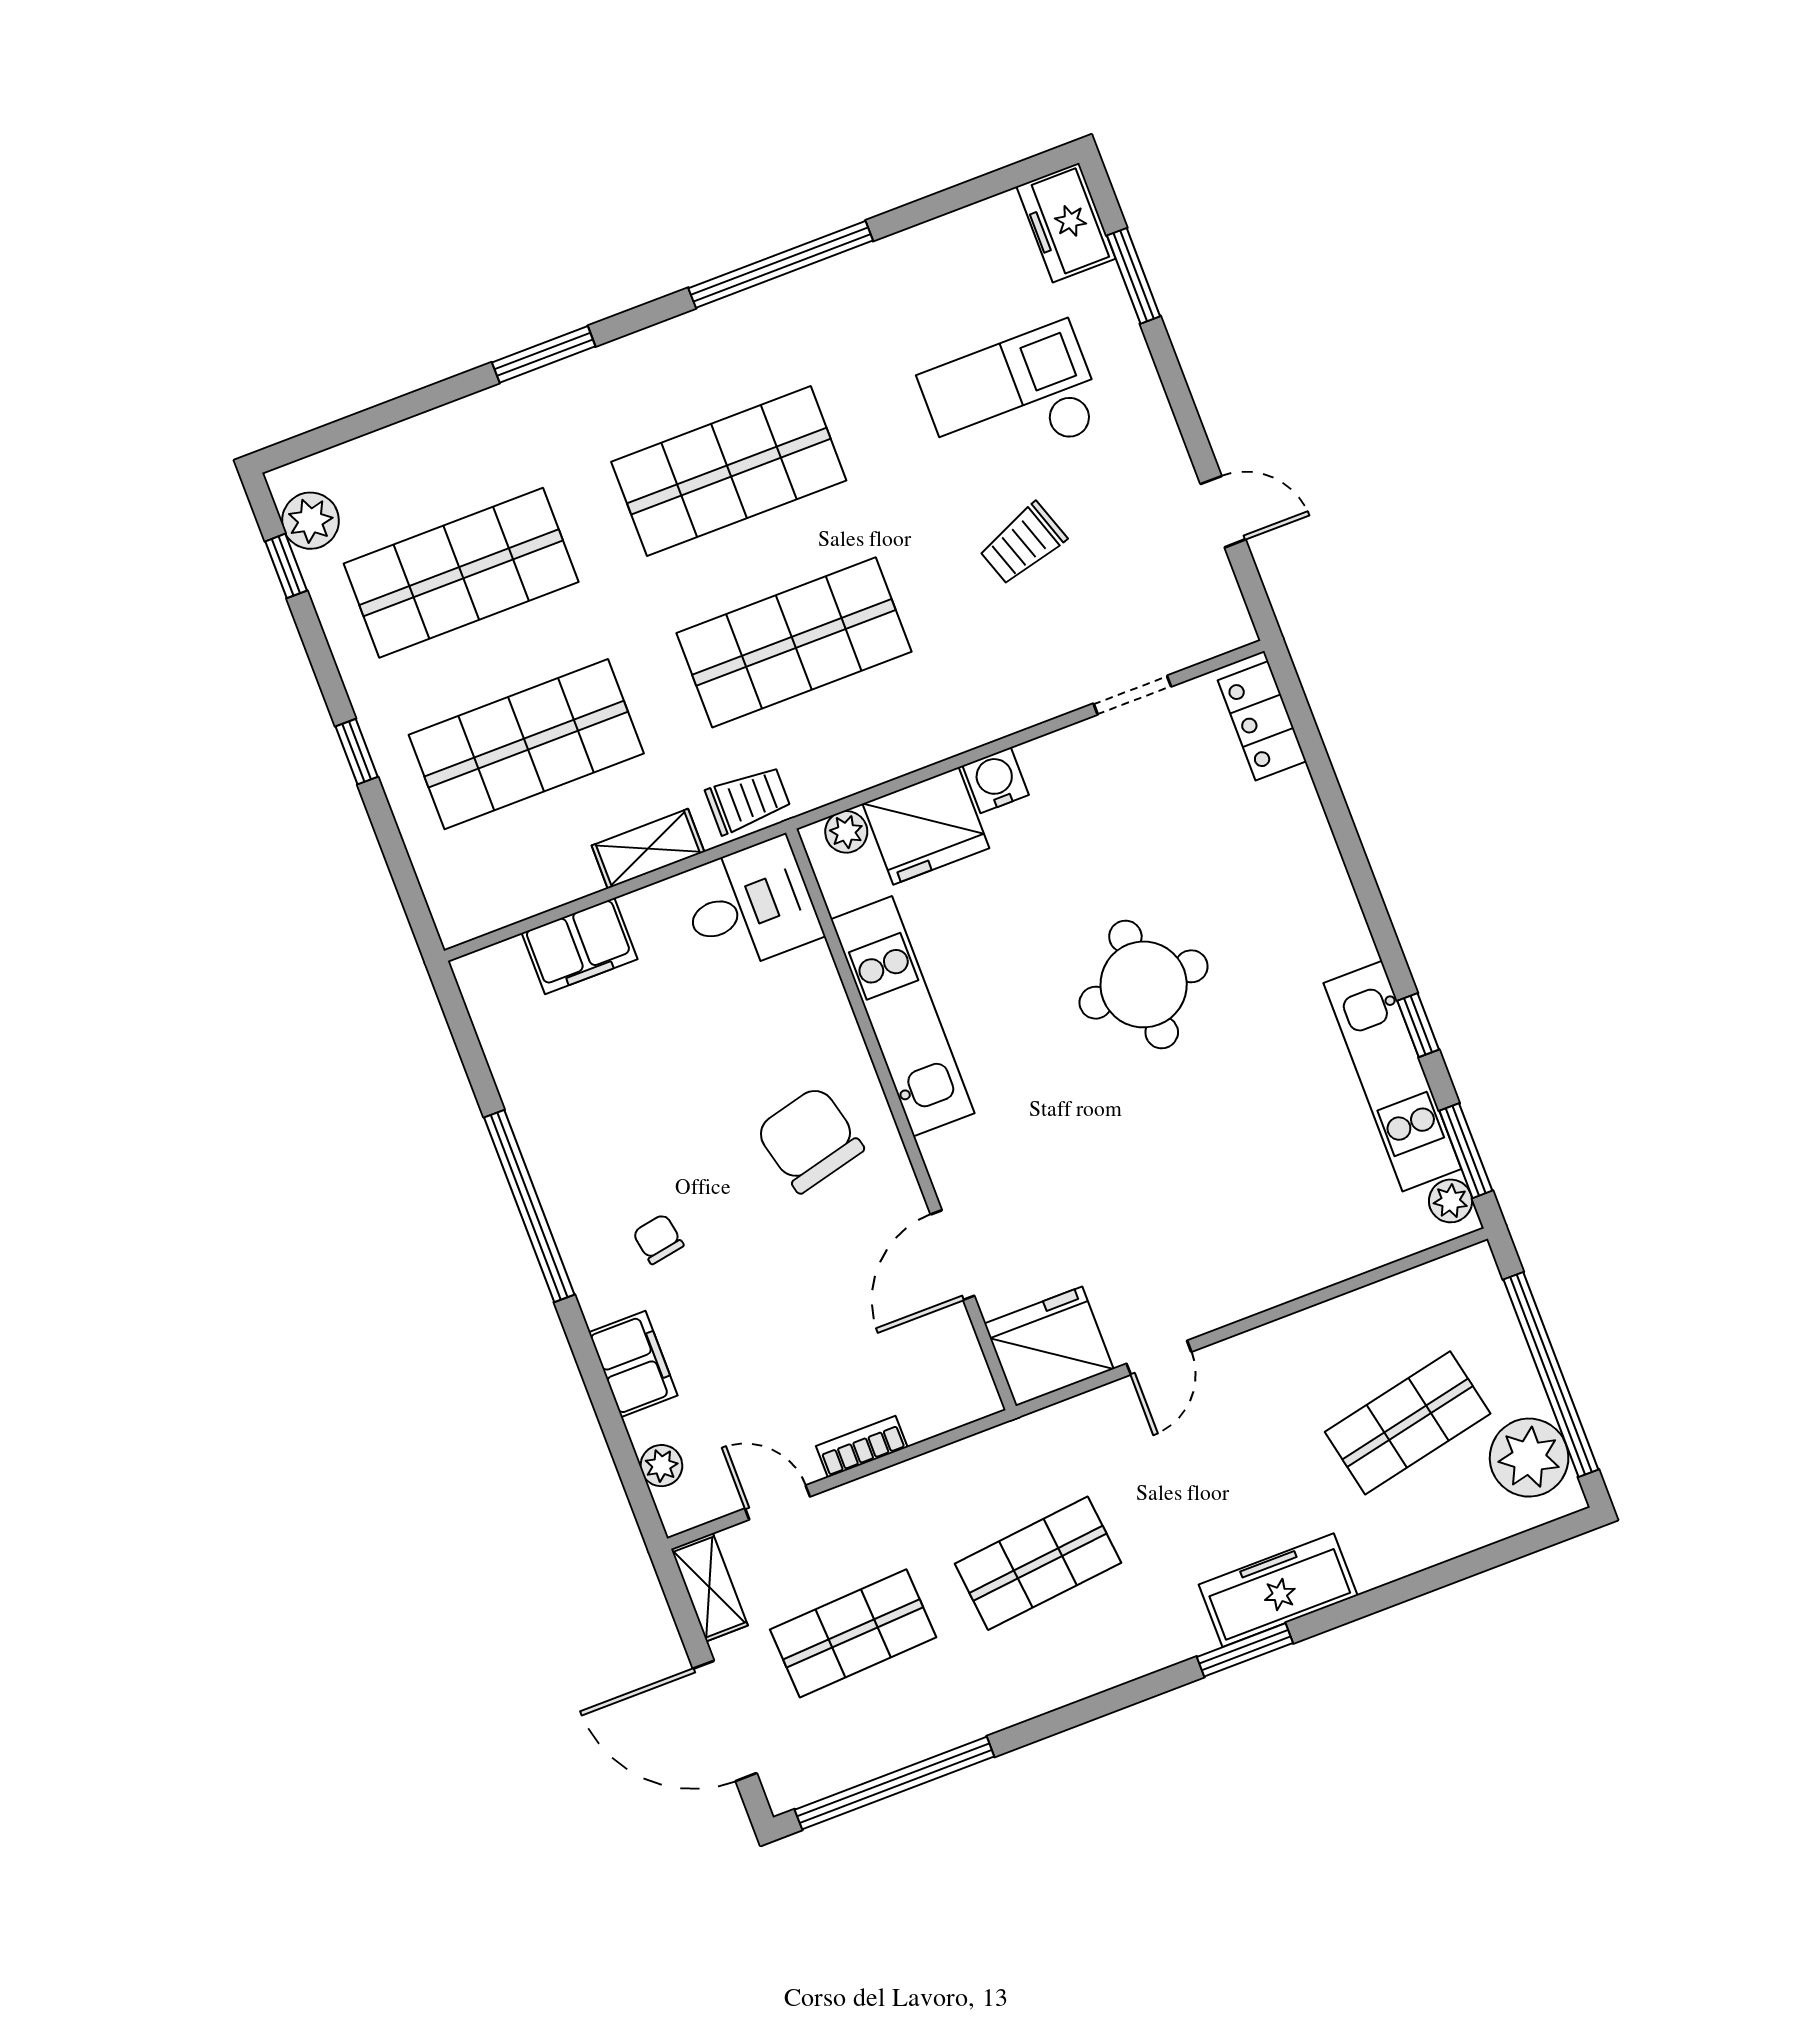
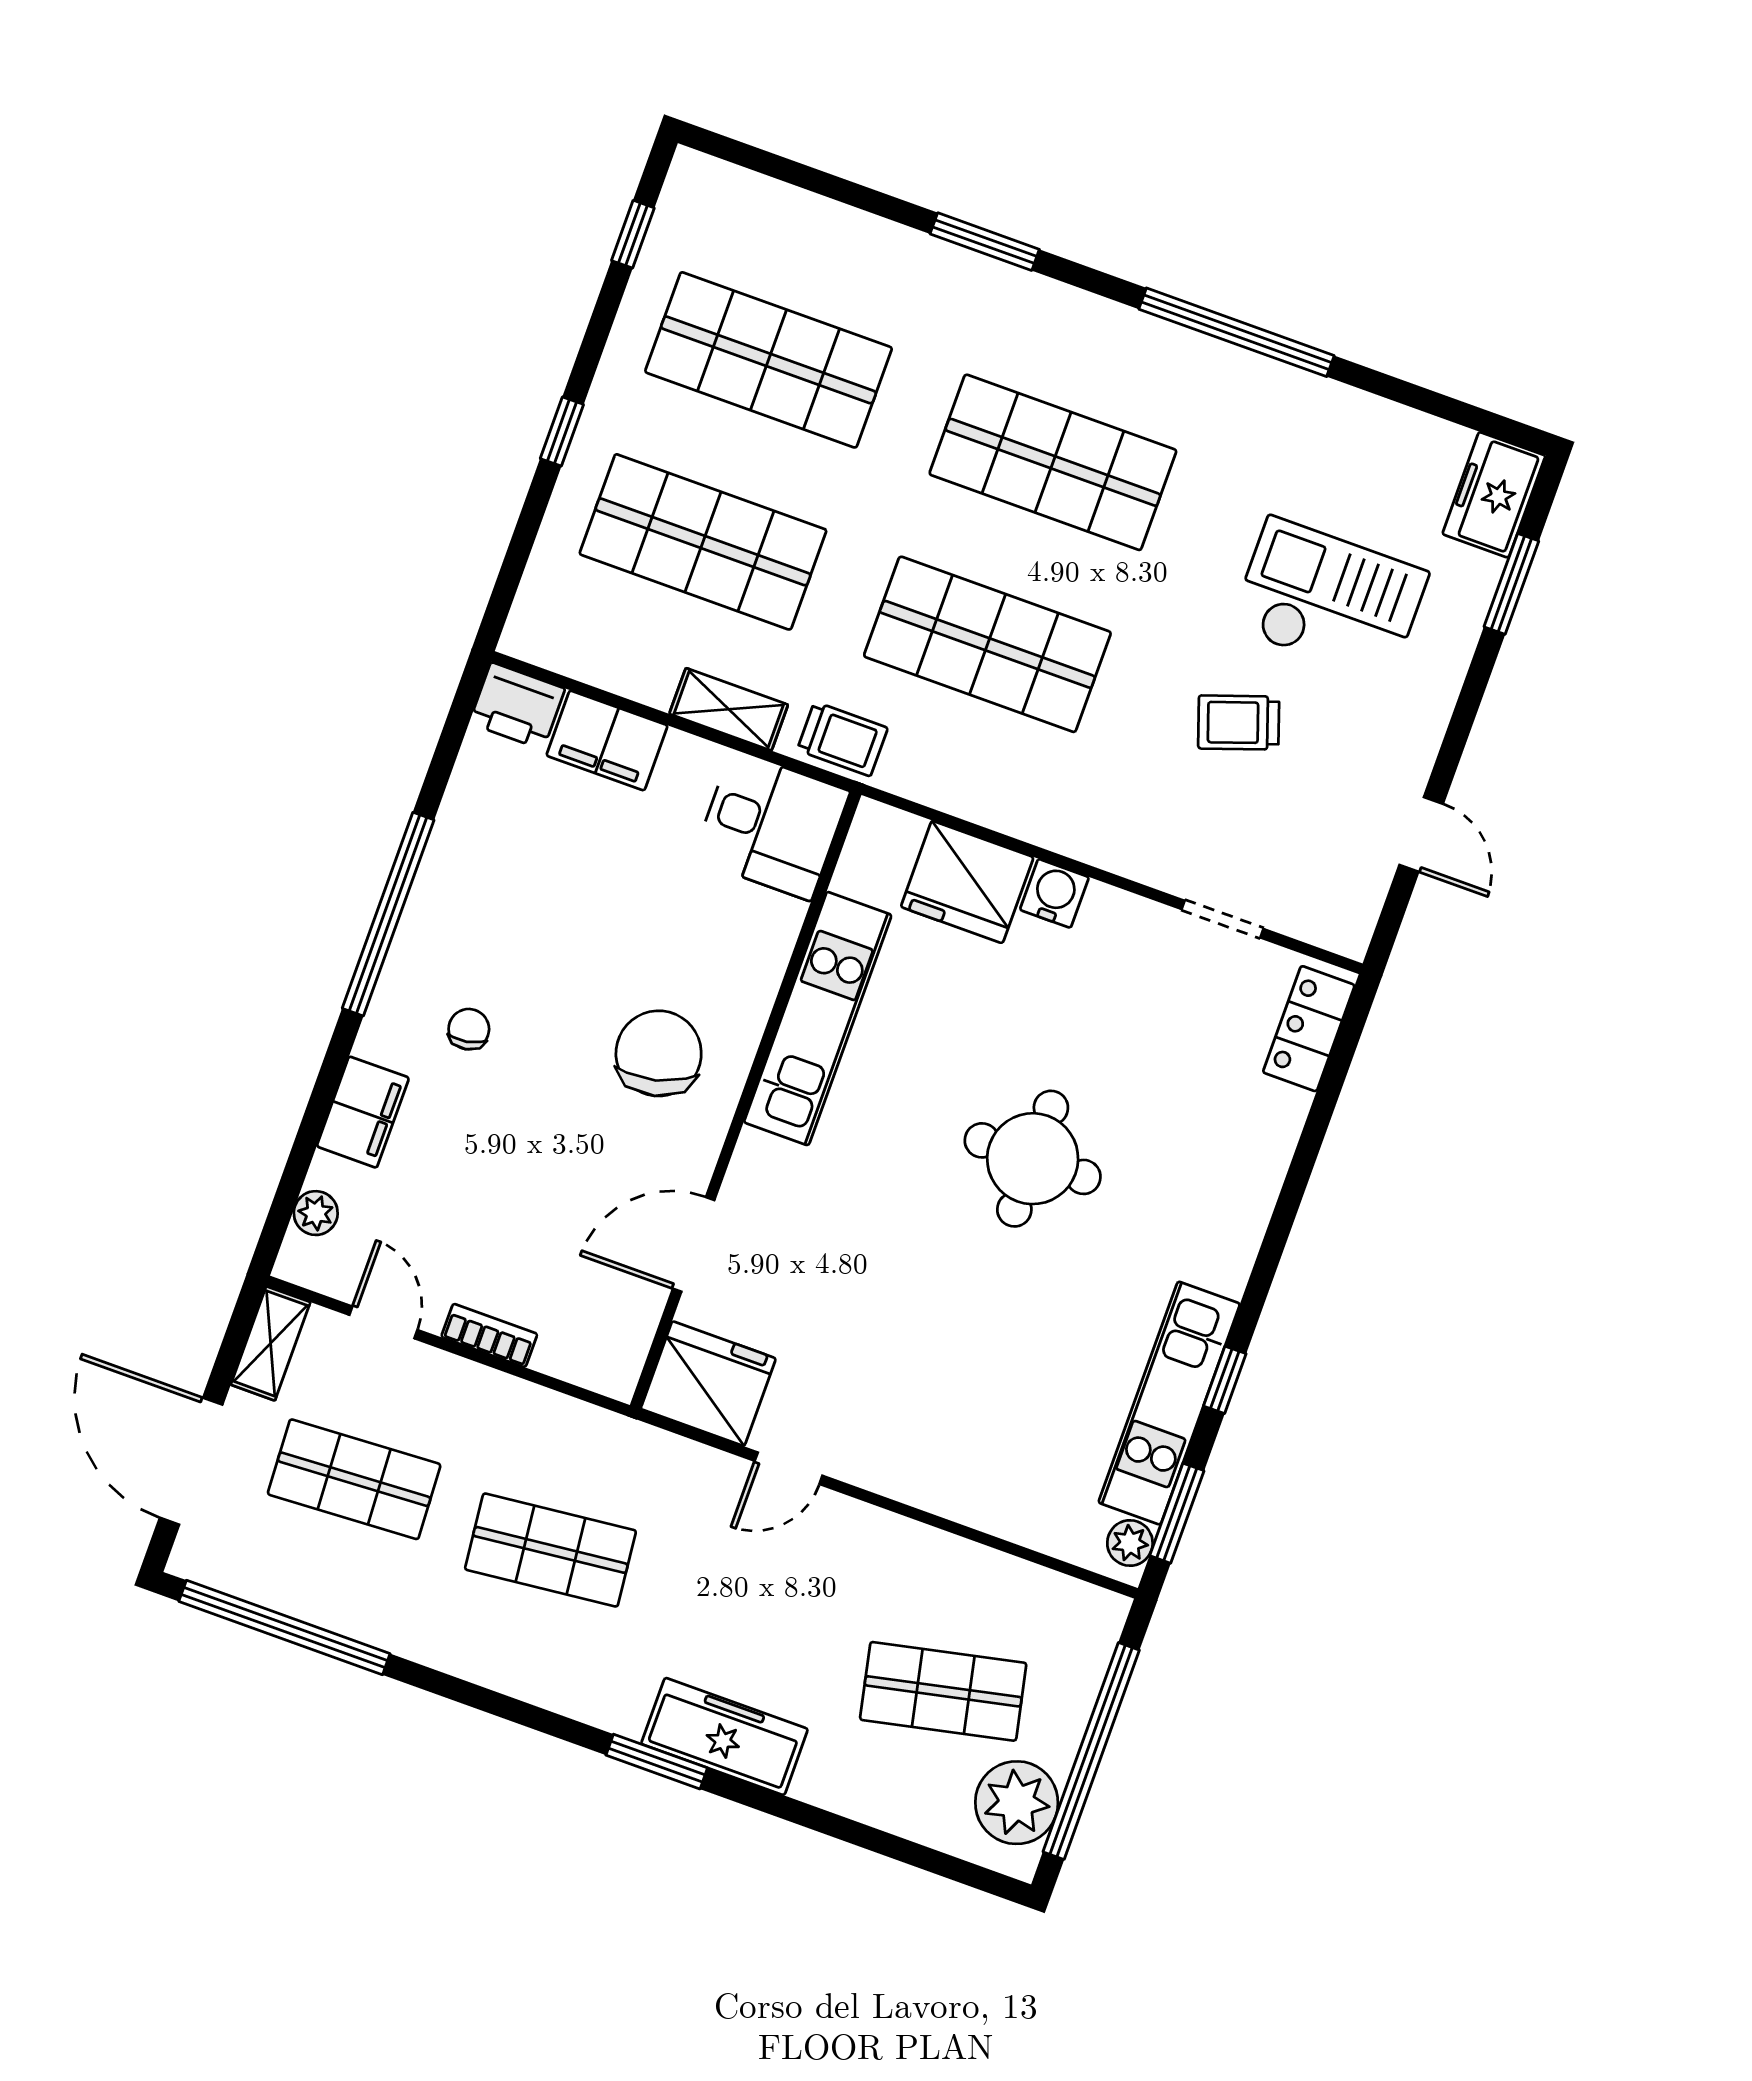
plant: (311, 521) -> (684, 215), removed
plant: (846, 832) -> (899, 832), removed
printer: (494, 977) -> (517, 706), added

